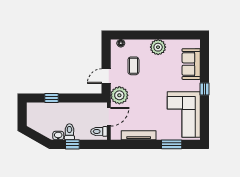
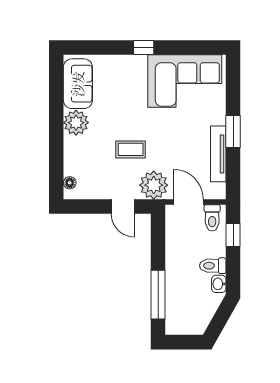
sofa: (191, 64) -> (78, 84), moved, turned -90
coffee table: (133, 66) -> (131, 149), moved
window: (51, 98) -> (158, 295), width x2.17
window: (72, 144) -> (233, 235), moved
window: (172, 144) -> (233, 131), moved

